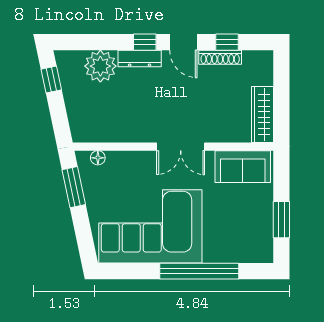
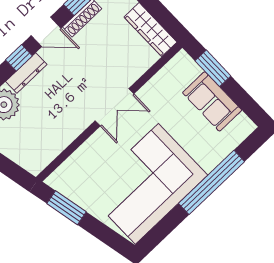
floor lamp: (98, 158) -> (64, 171), removed
sofa: (243, 167) -> (212, 101), moved, turned 90
window: (281, 220) -> (213, 68), moved

